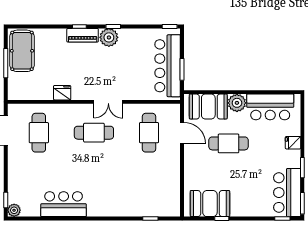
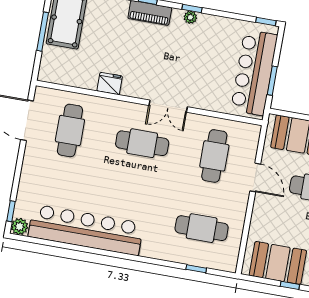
plant: (109, 37) -> (190, 17), width x0.53, depth x0.53
door: (182, 133) -> (255, 177), moved
cafe table: (149, 188) -> (202, 228), added
bar counter: (64, 204) -> (86, 230), width x1.86

